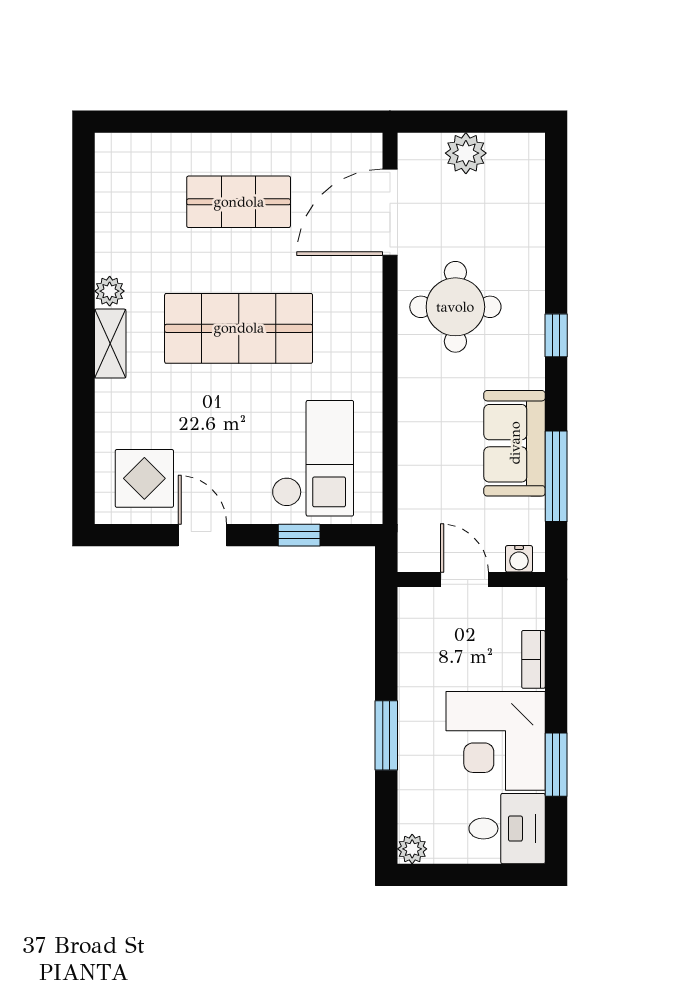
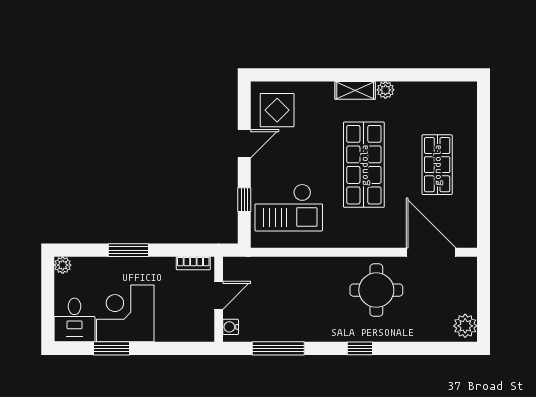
plant: (466, 153) -> (465, 326), moved
sofa: (515, 443) -> (297, 324), removed
bookcase: (533, 659) -> (193, 263), moved, turned 180

